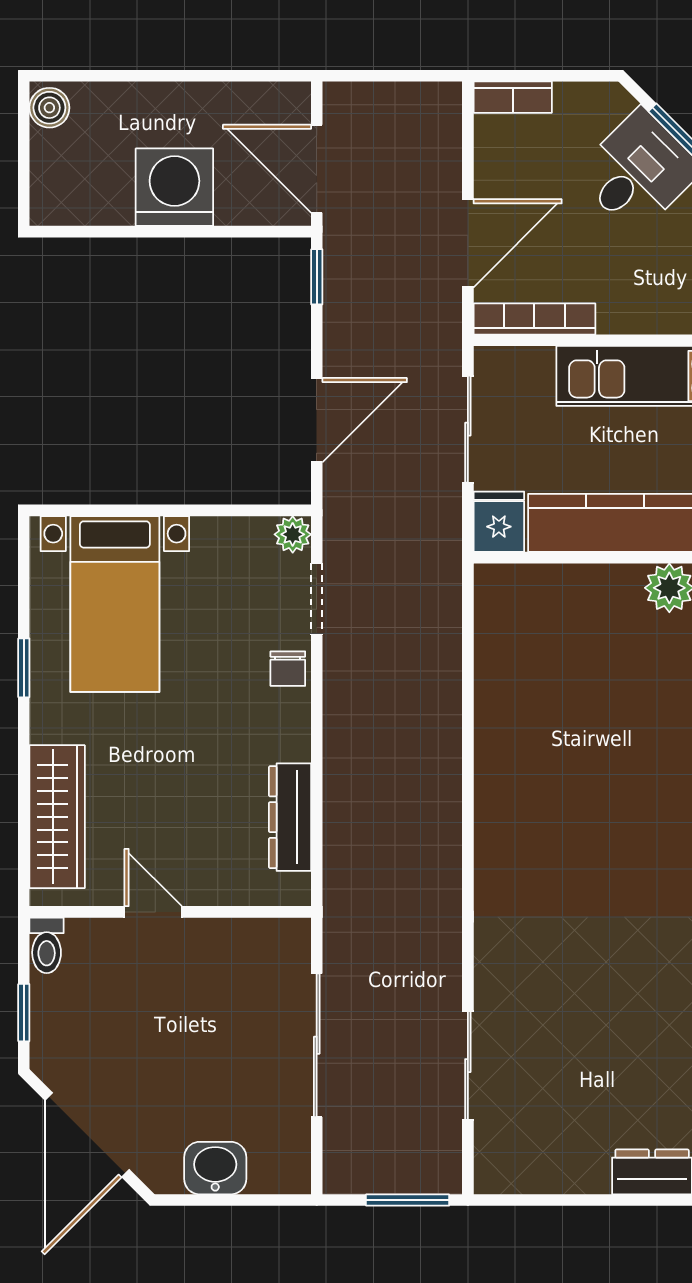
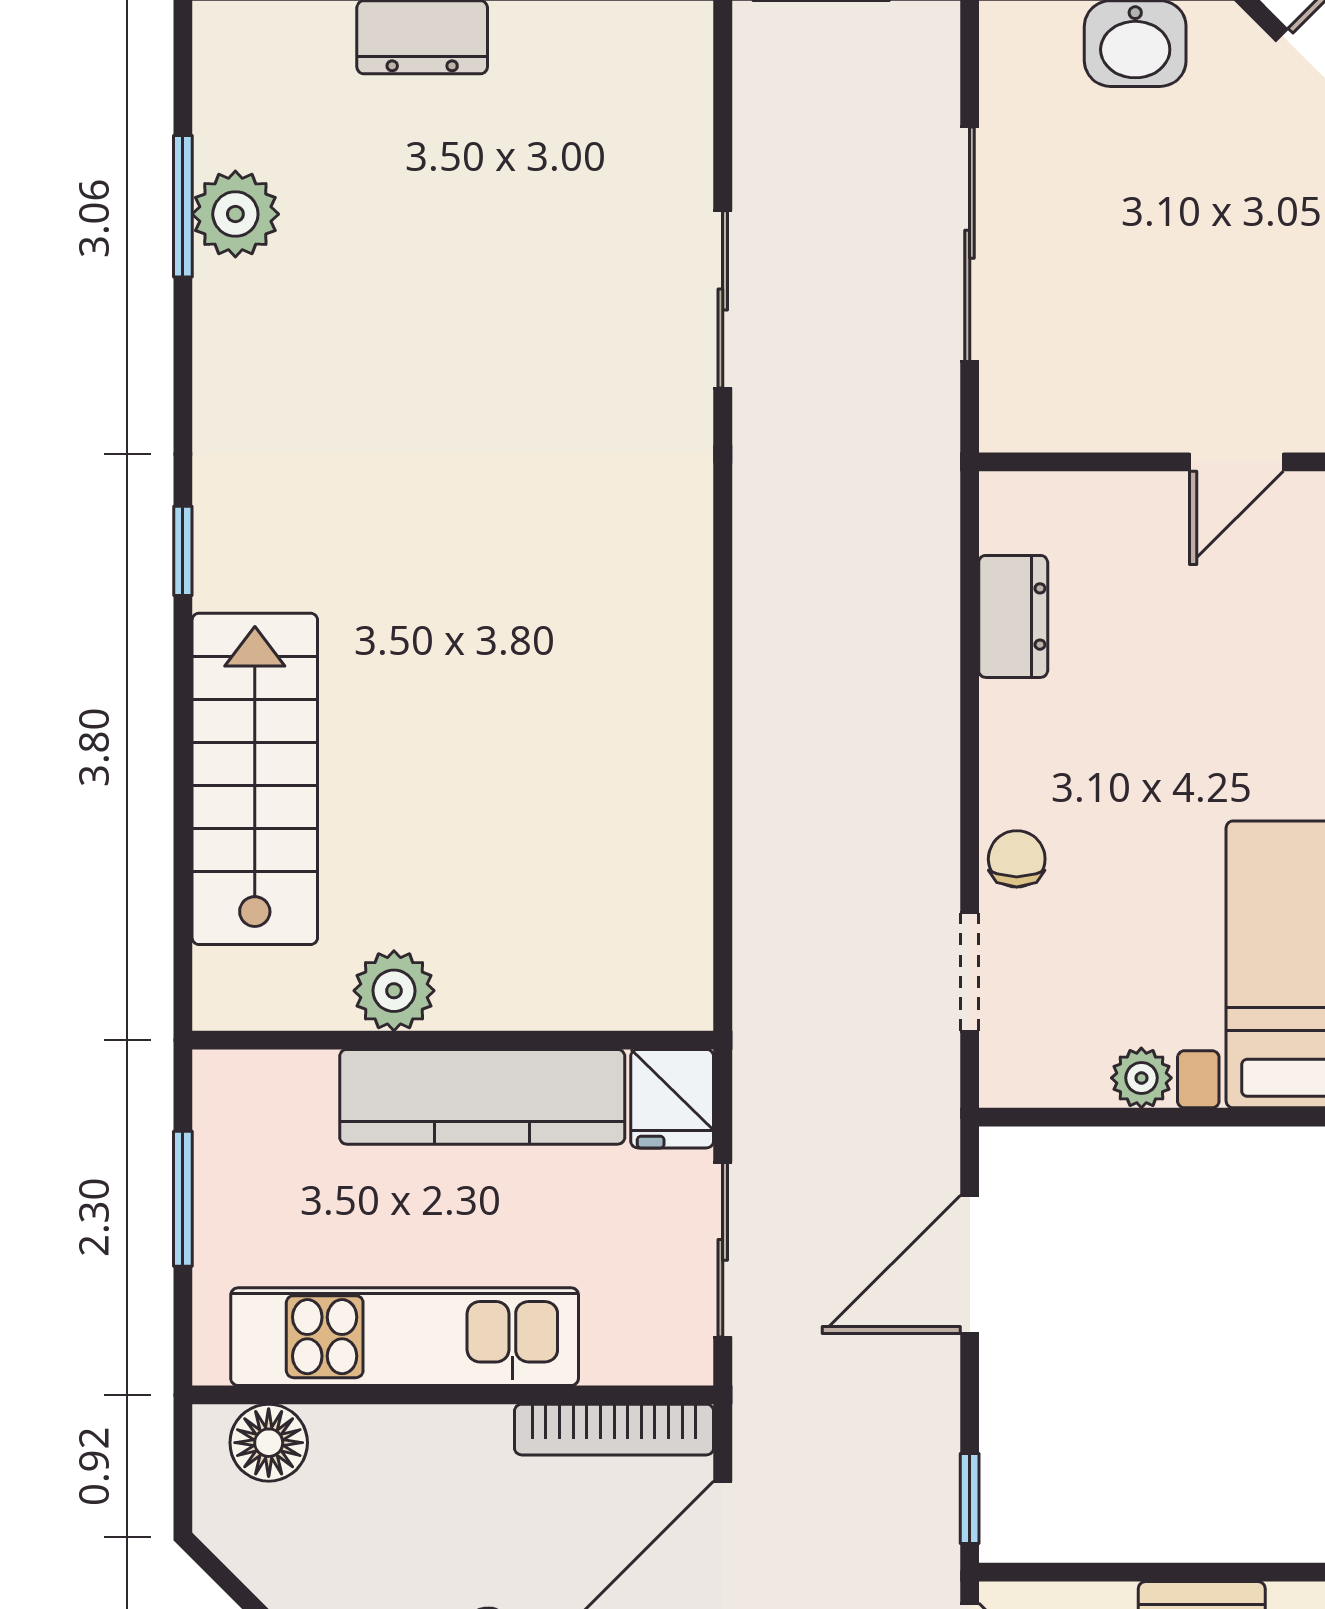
plant: (293, 534) -> (1141, 1078), moved
dresser: (290, 817) -> (1013, 616), width x0.70
door: (153, 912) -> (1237, 462), hinge flipped
sliding door: (468, 1066) -> (723, 299), moved

